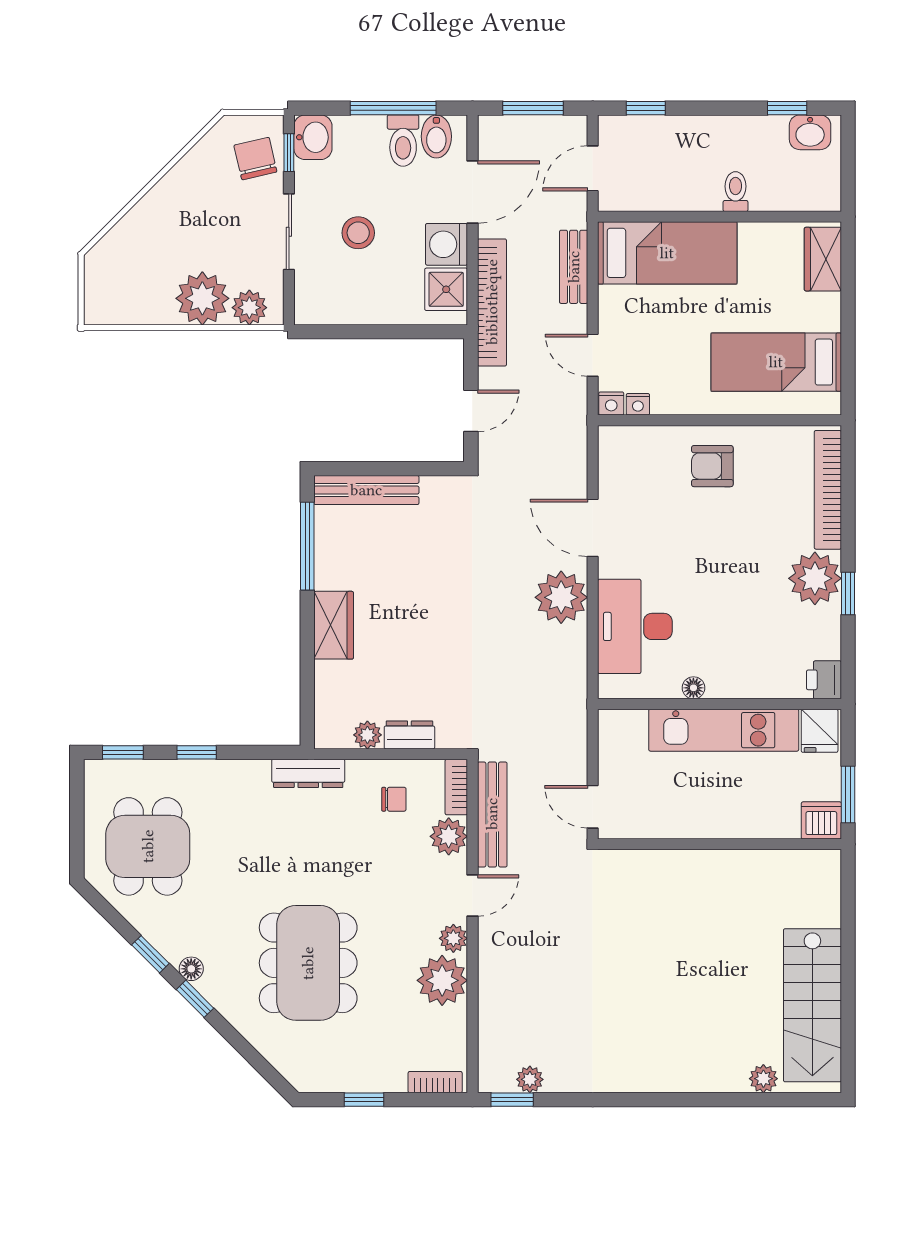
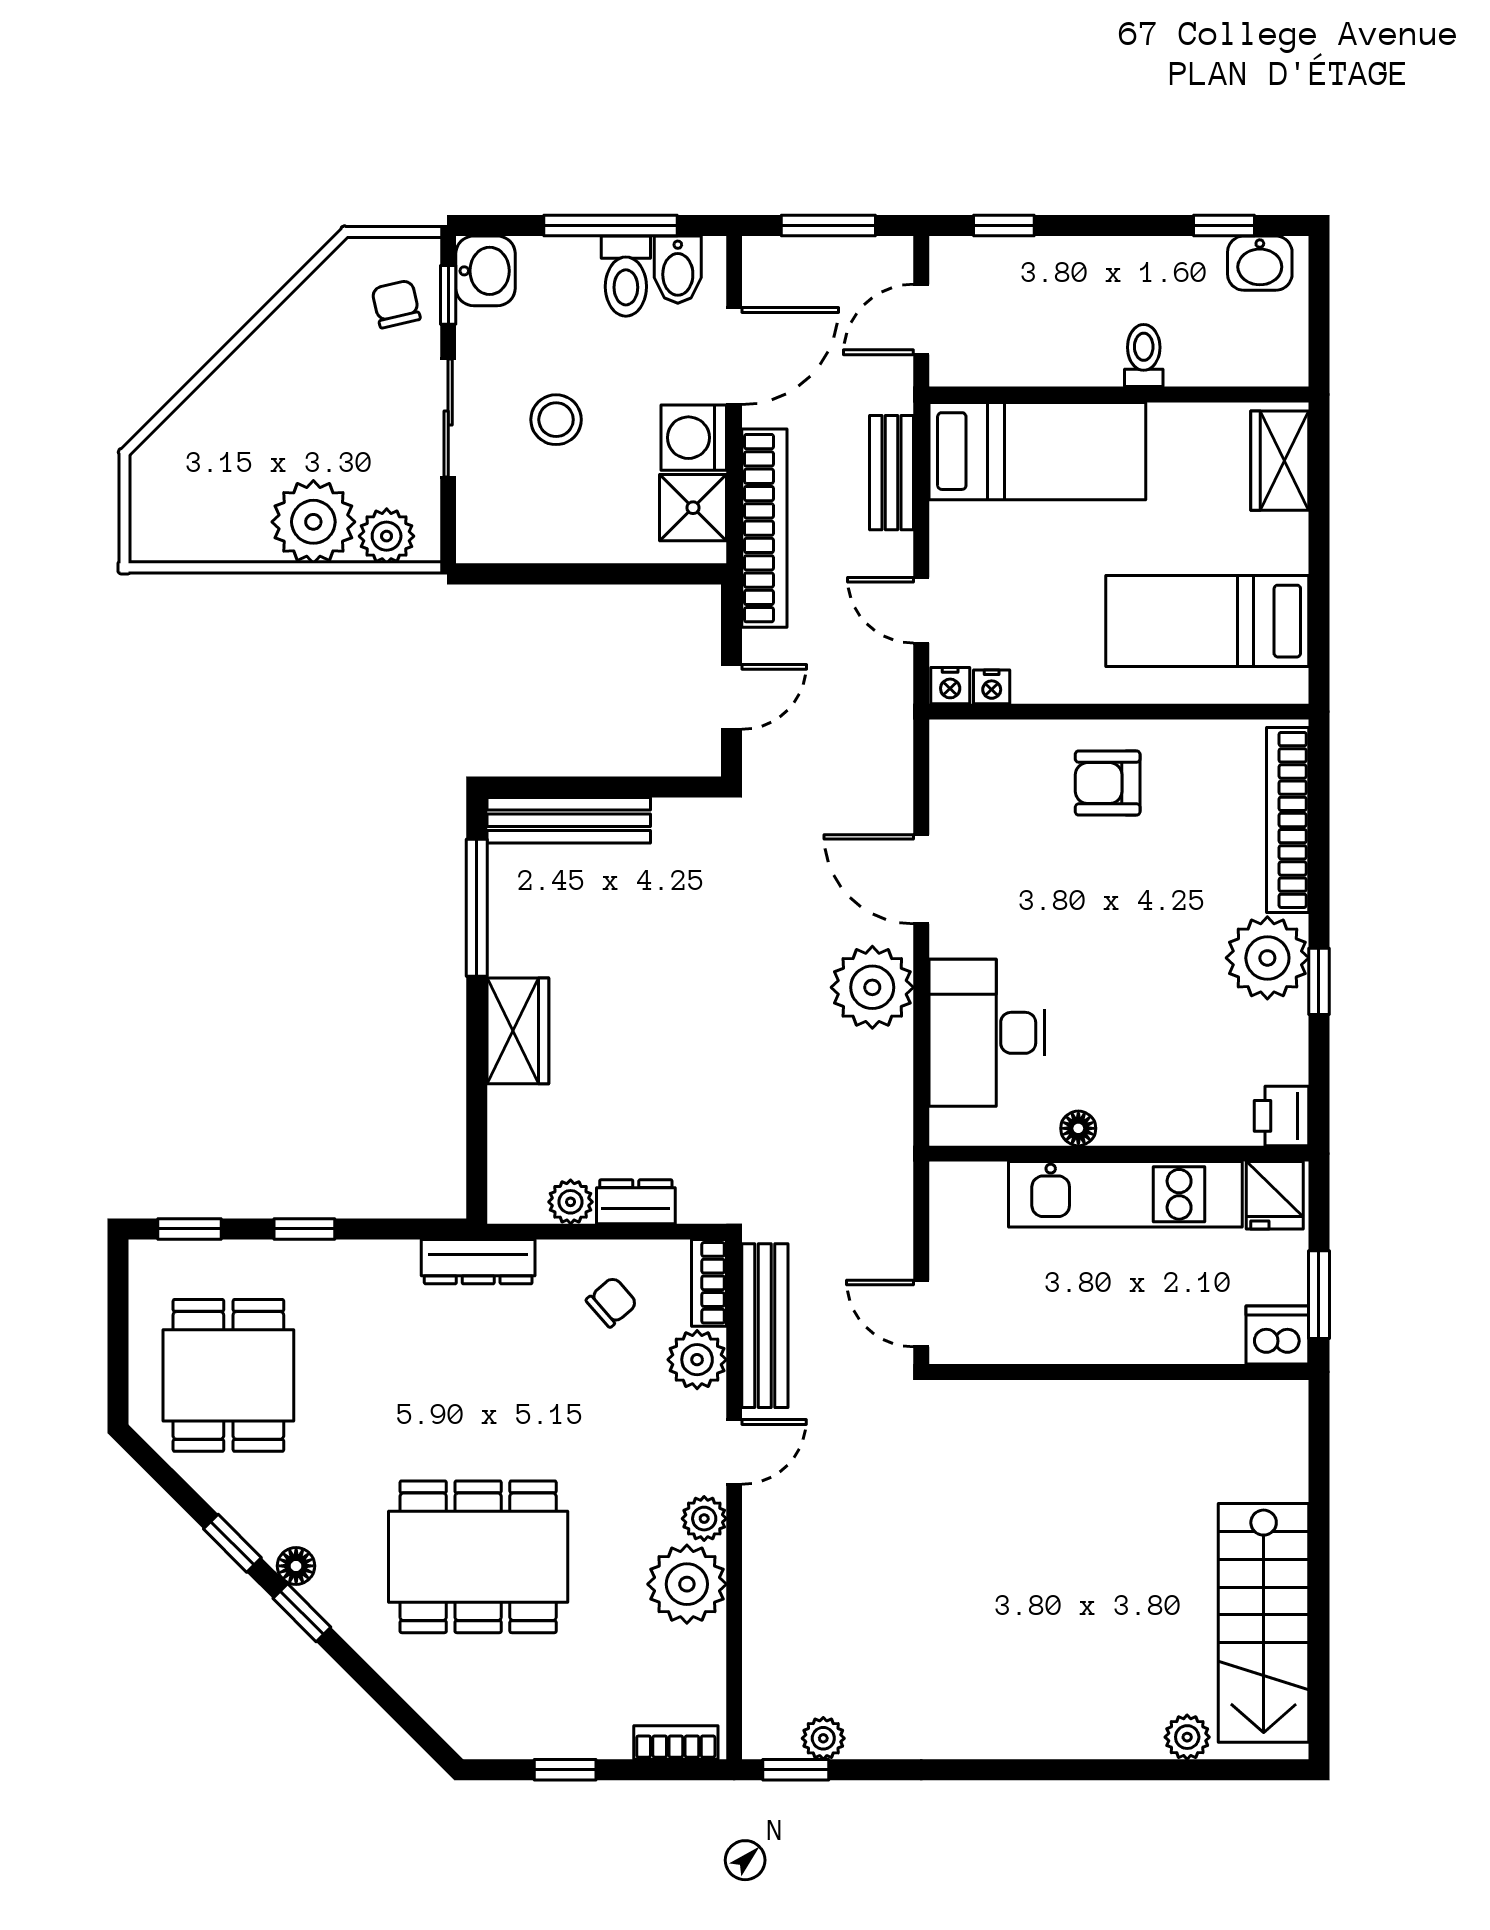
chair: (255, 159) -> (396, 304), width x0.73, depth x0.73
chair: (394, 799) -> (612, 1302), turned -41
dining table: (308, 963) -> (478, 1557), turned 90

